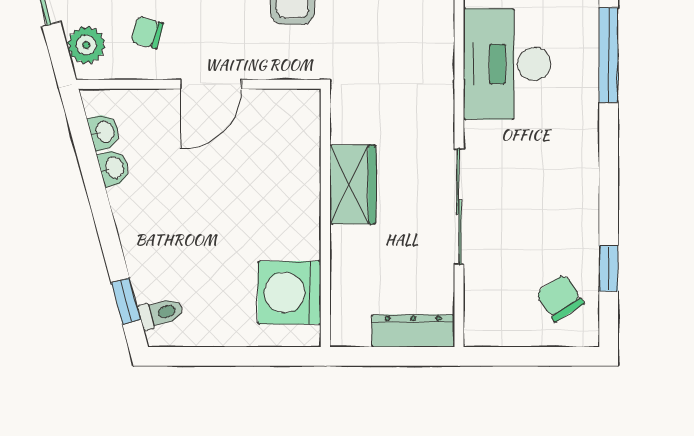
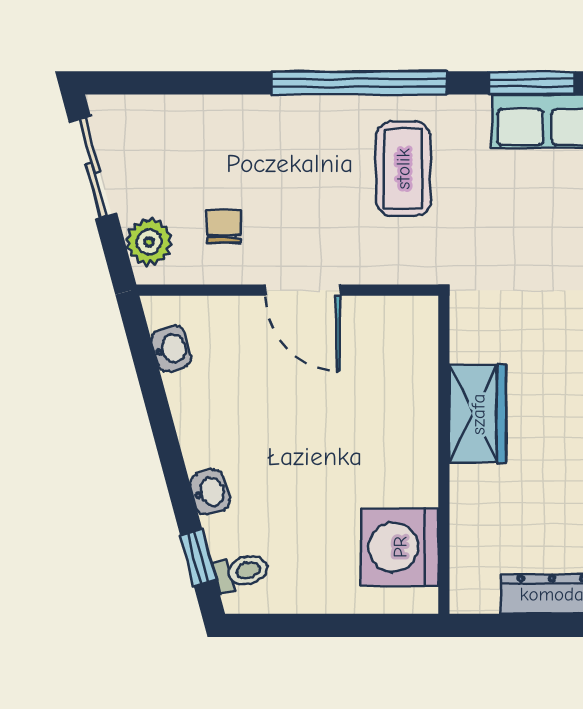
chair: (147, 33) -> (224, 226), turned 75
door: (211, 84) -> (303, 290), hinge flipped
washbasin: (114, 168) -> (210, 492), moved

